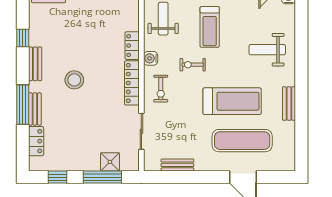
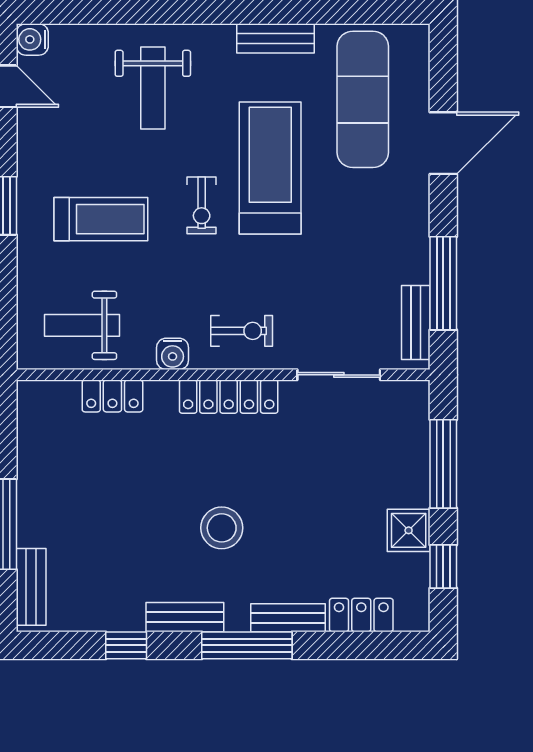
locker: (132, 46) -> (112, 396), moved
exercise bike: (193, 65) -> (202, 205), moved
window: (23, 105) -> (247, 645), moved
exercise mat: (242, 141) -> (363, 99), moved
shower: (110, 162) -> (409, 530), moved
bench: (177, 165) -> (416, 322), moved
window: (182, 177) -> (443, 283), added

